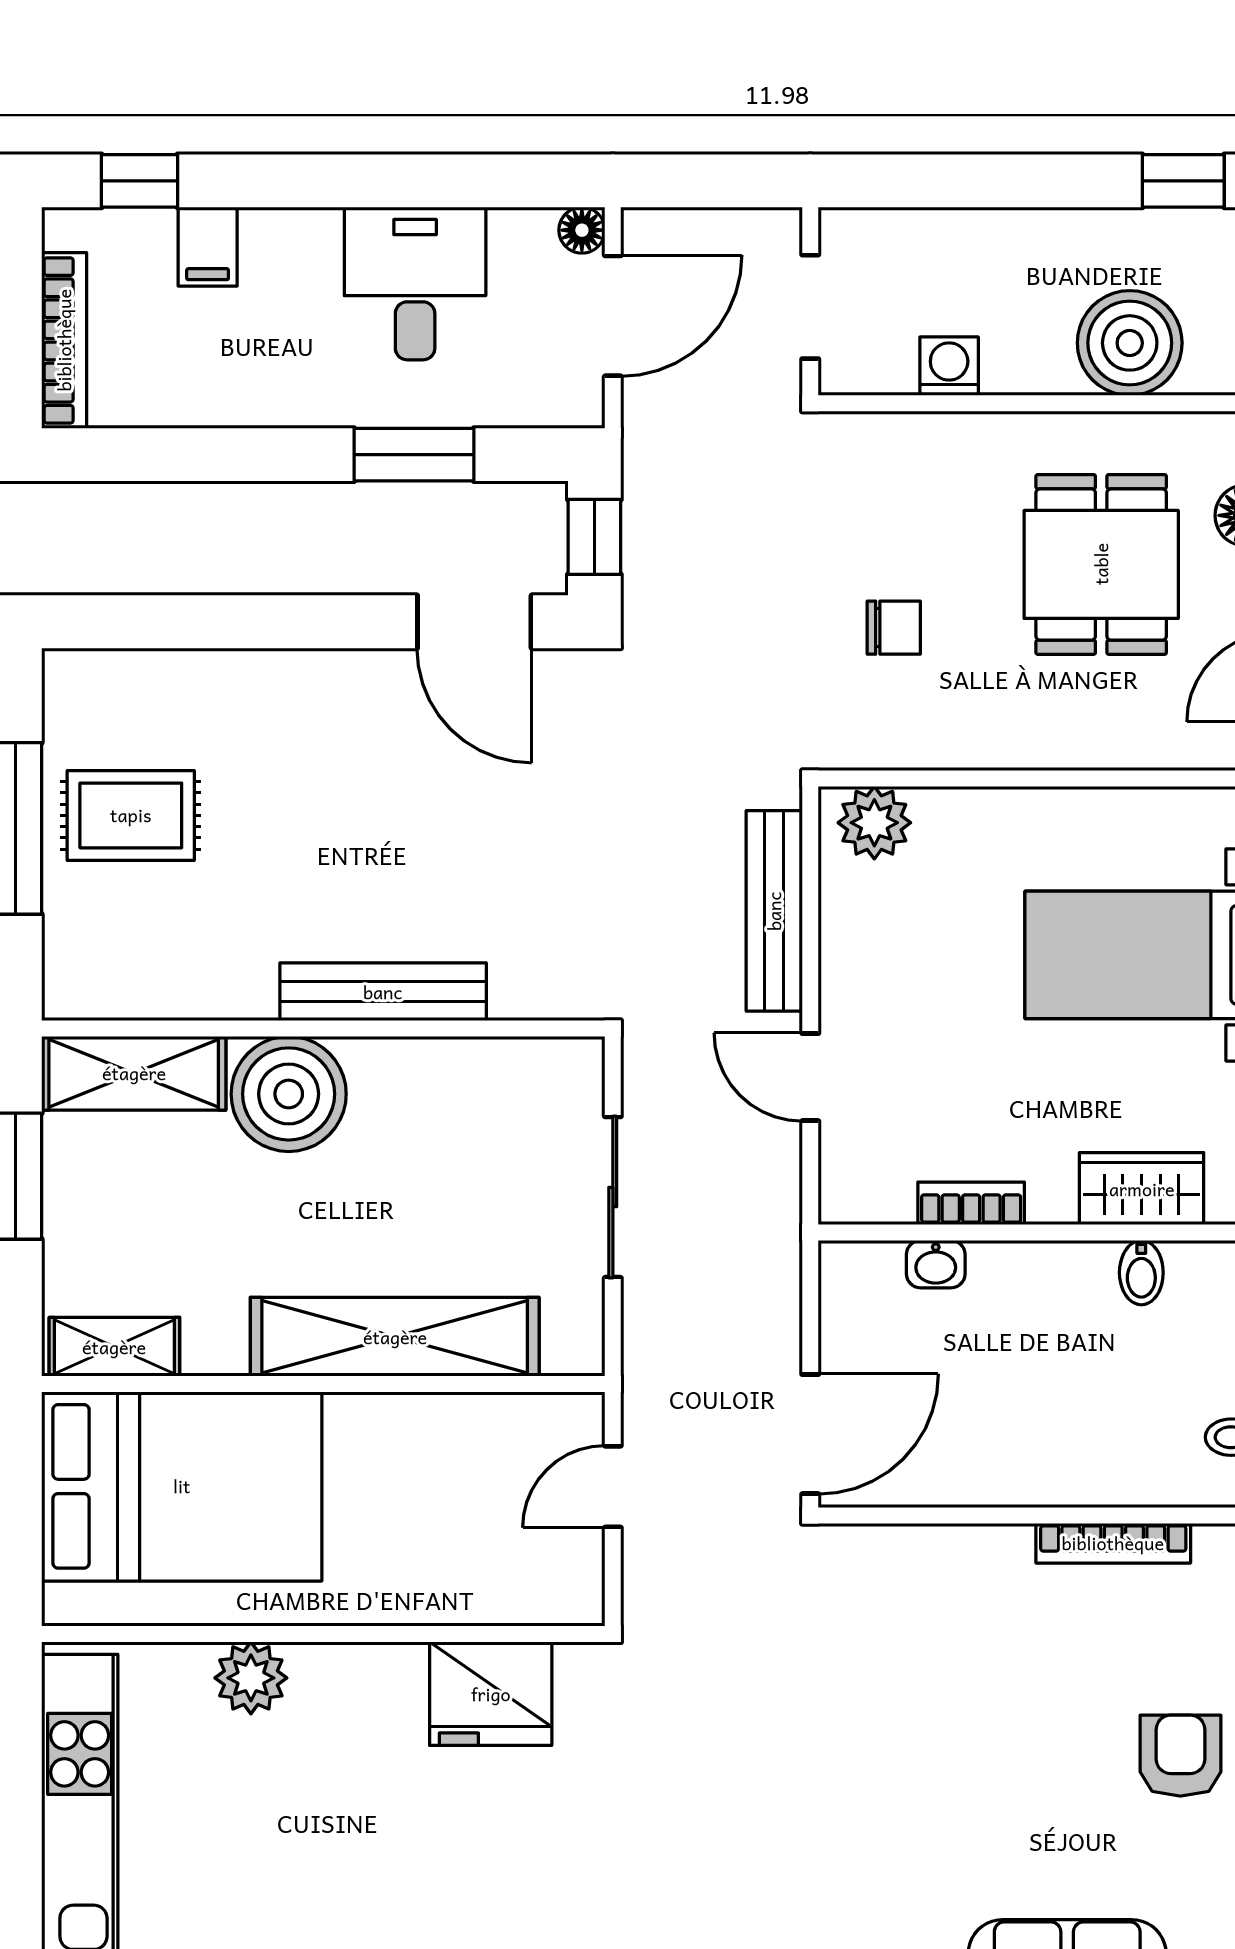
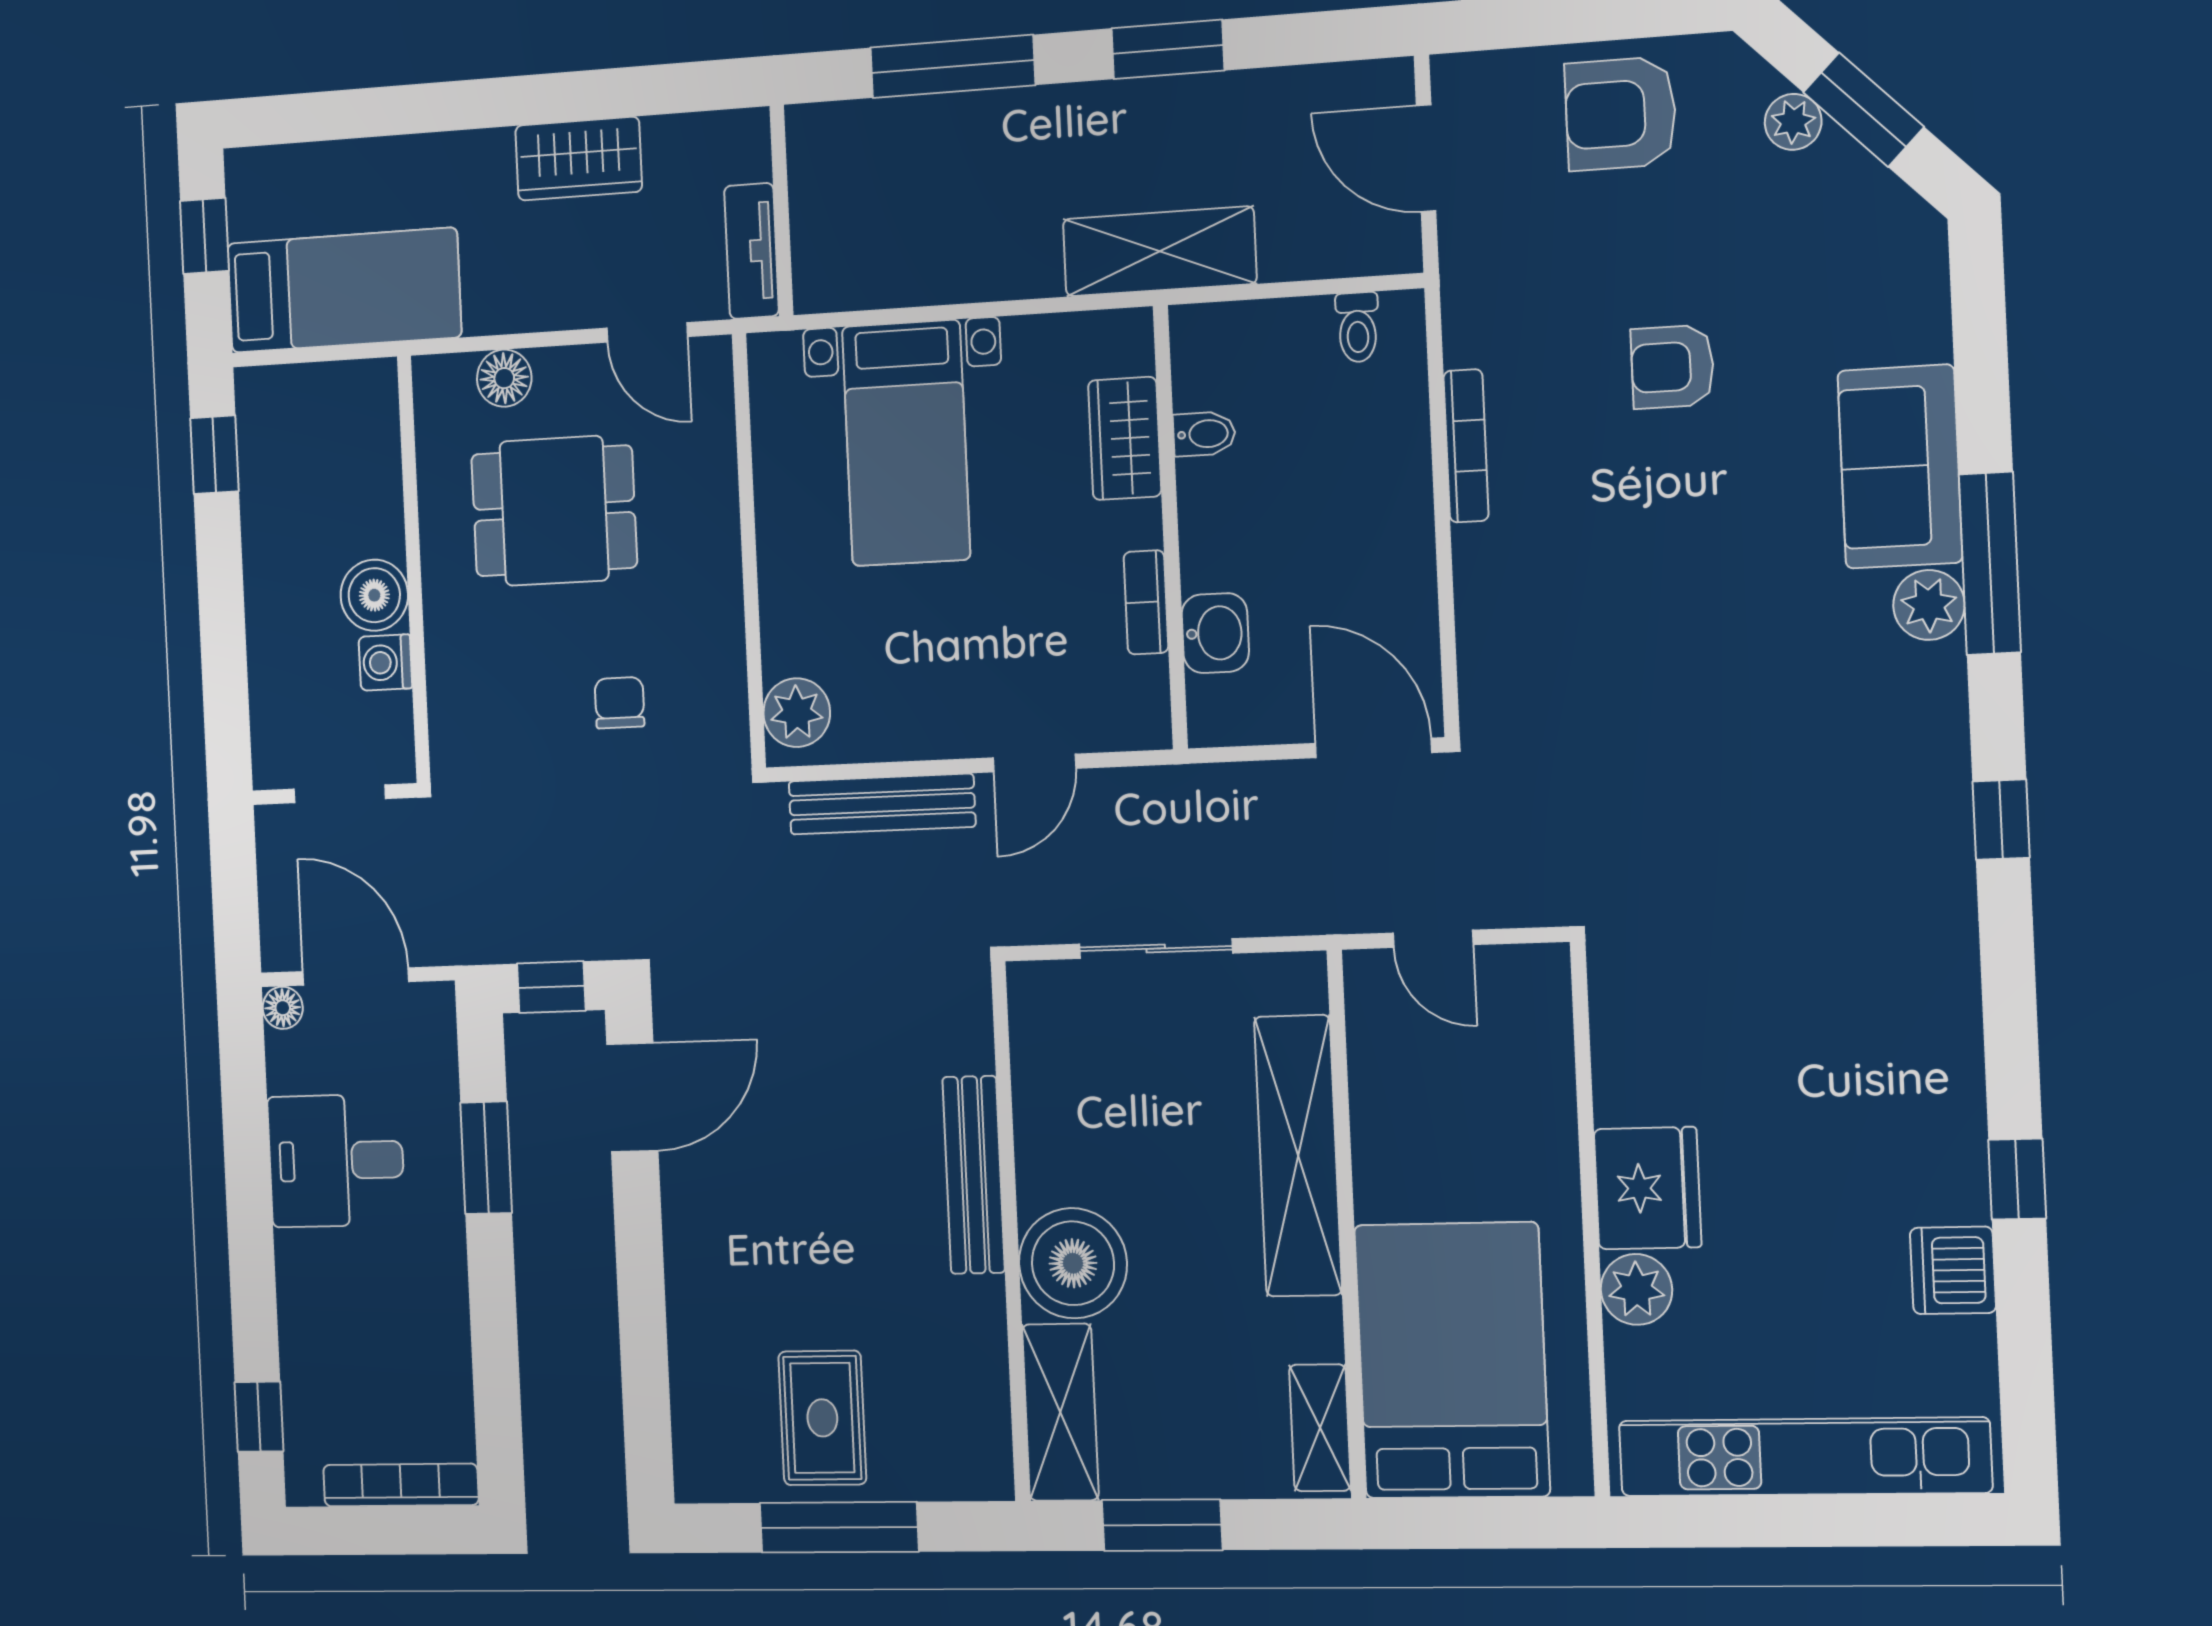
filing cabinet: (208, 247) -> (313, 1353), removed
boiler: (1130, 343) -> (374, 595), moved, width x0.73, depth x0.73
washbasin: (936, 1264) -> (1215, 633), width x1.38, depth x1.45
fridge: (491, 1694) -> (1648, 1188), moved

